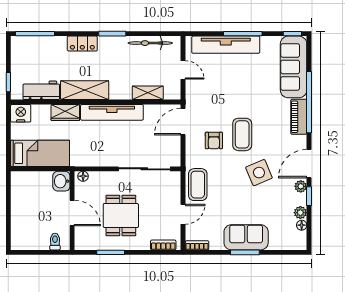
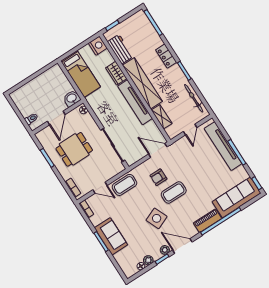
shelving: (85, 90) -> (142, 83), width x1.47

